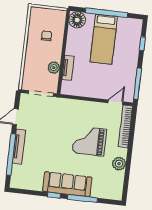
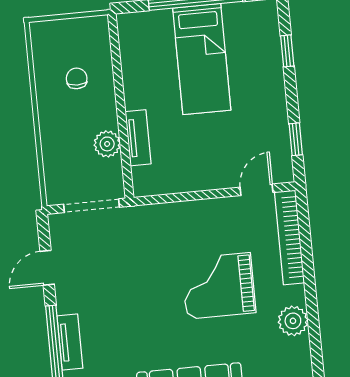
floor lamp: (77, 20) -> (135, 30), removed
window: (138, 84) -> (296, 139), width x0.46
tv unit: (19, 147) -> (70, 342), width x0.71

